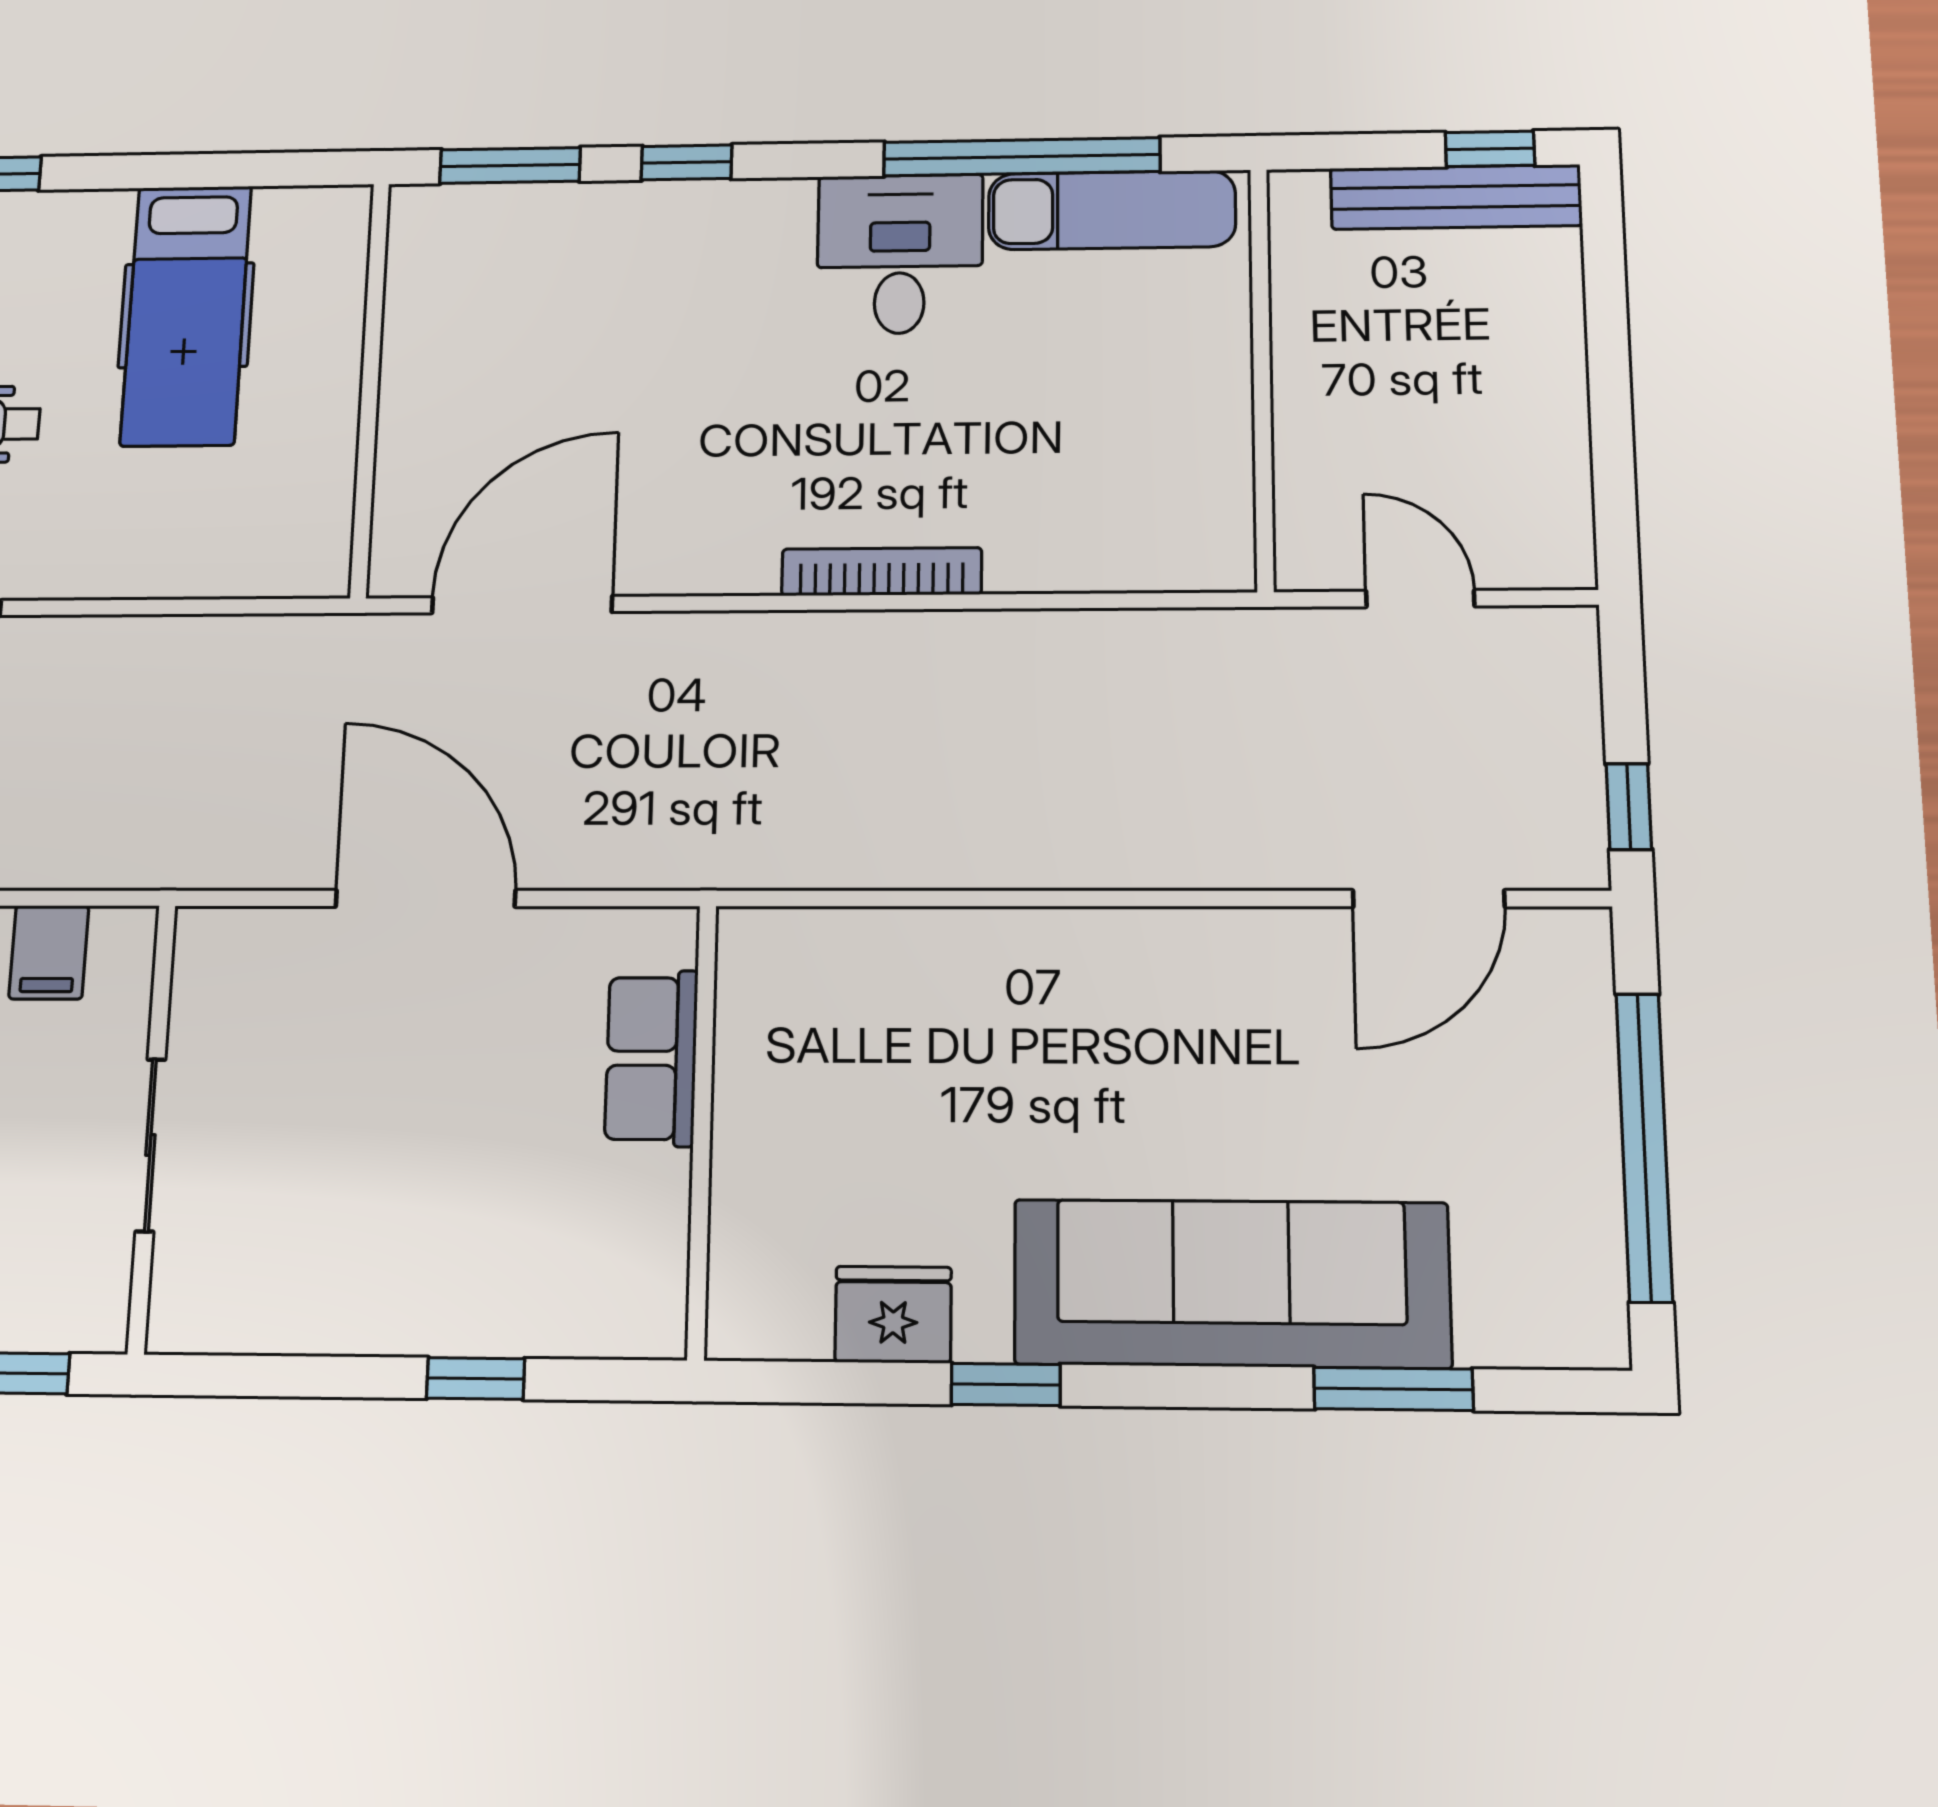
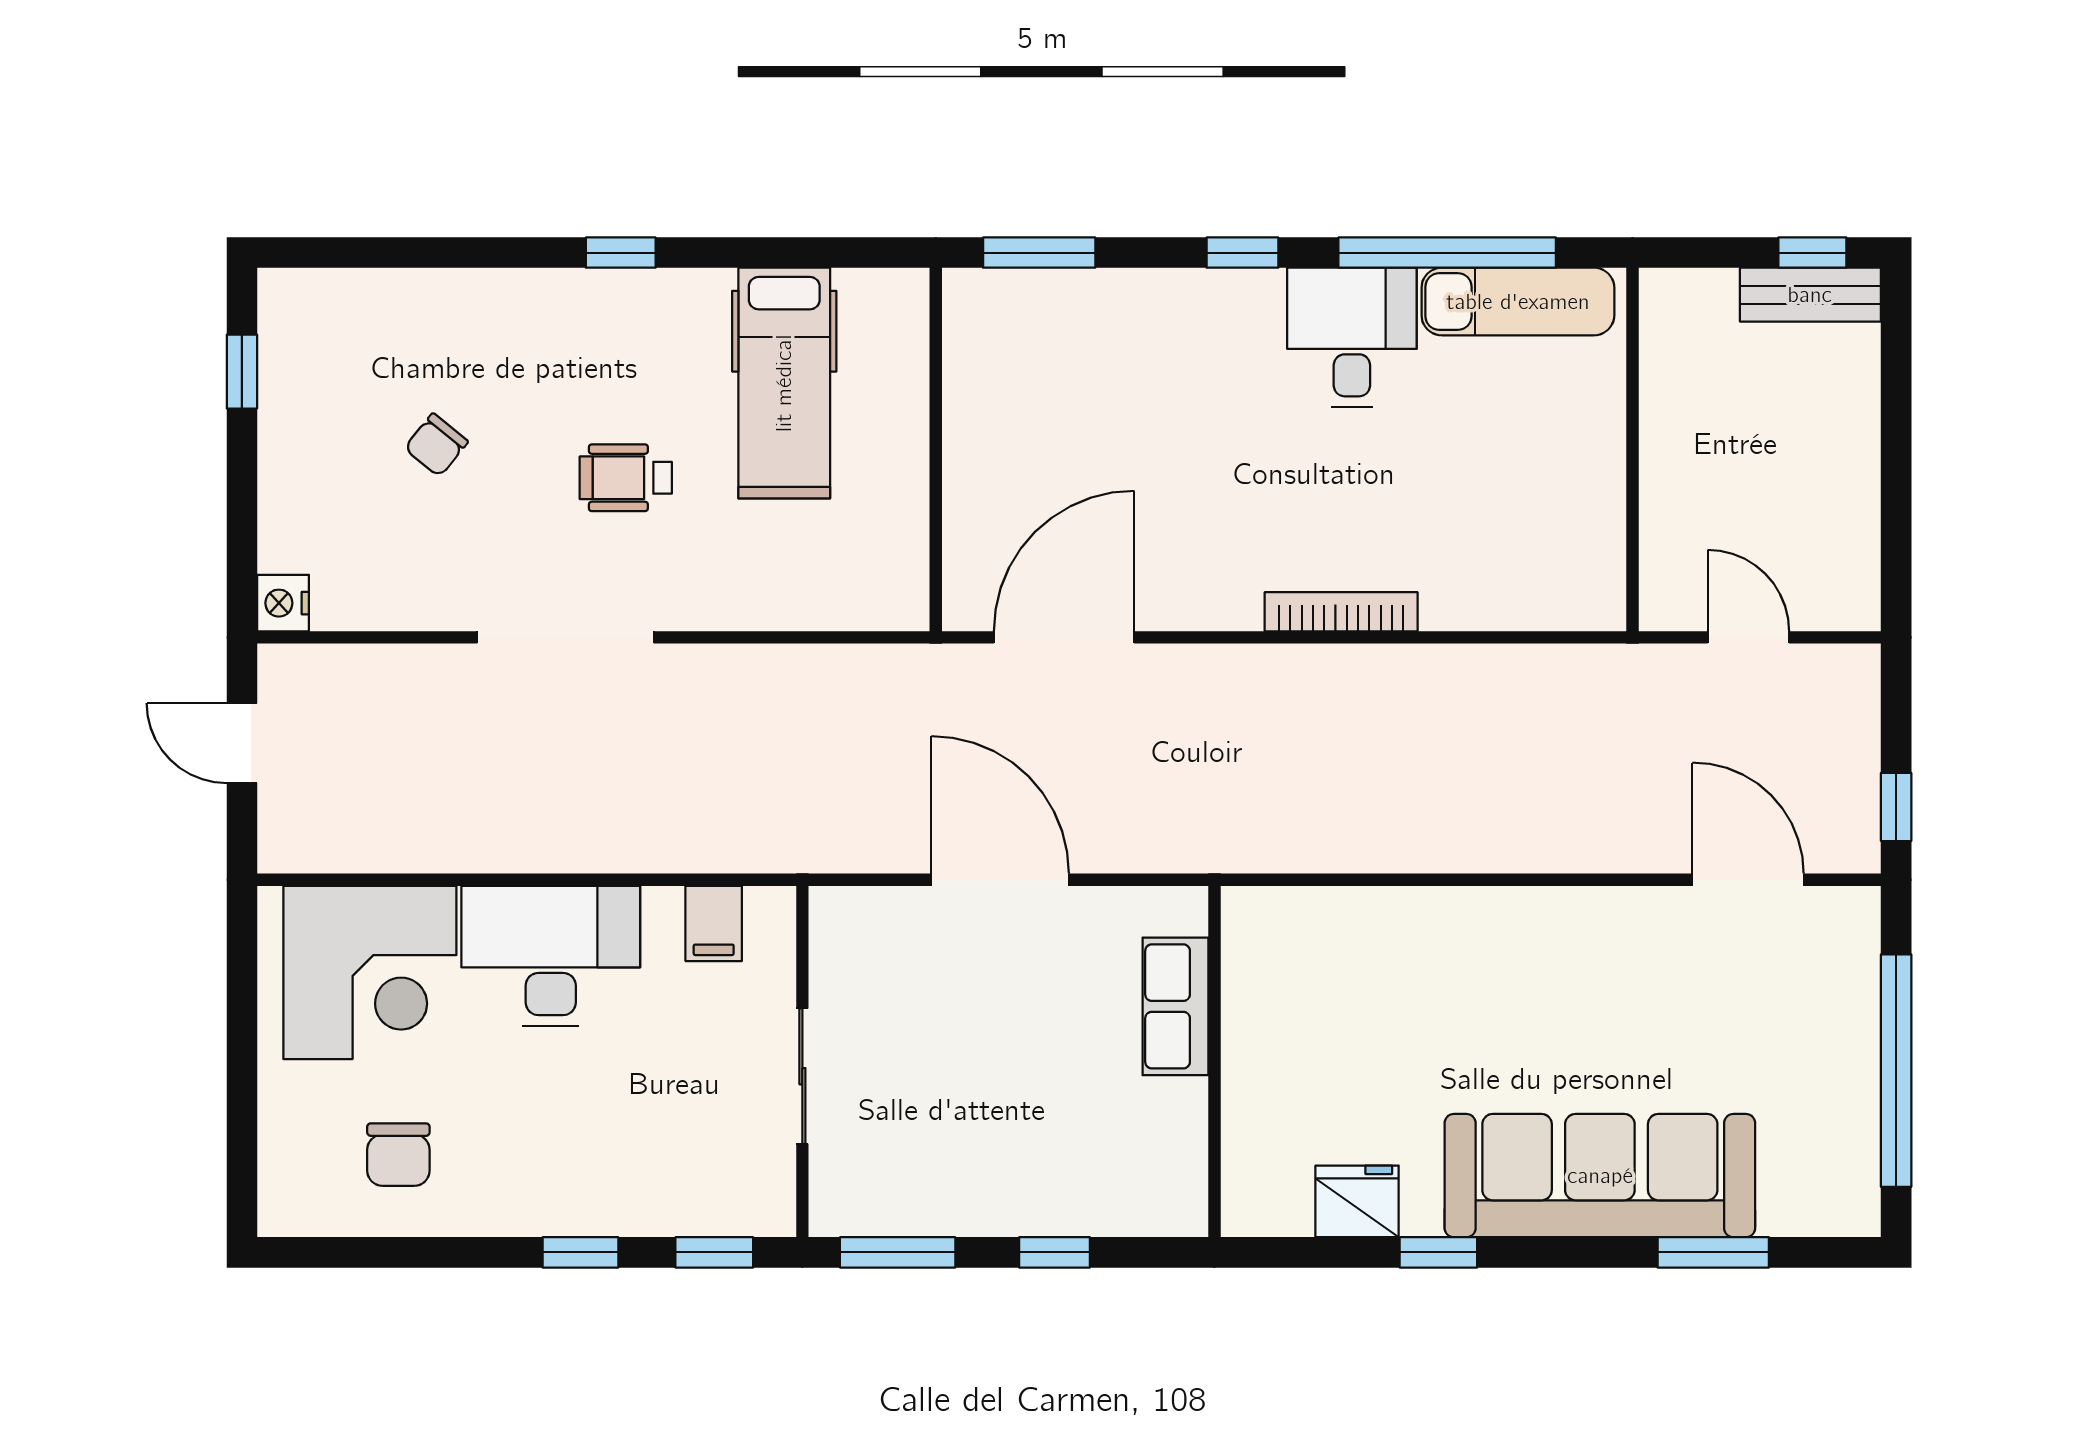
window: (687, 162) -> (1242, 253), moved
bench: (1456, 197) -> (1810, 295), width x0.73
door: (1429, 899) -> (1748, 880), swing flipped
window: (263, 1376) -> (898, 1252), added

